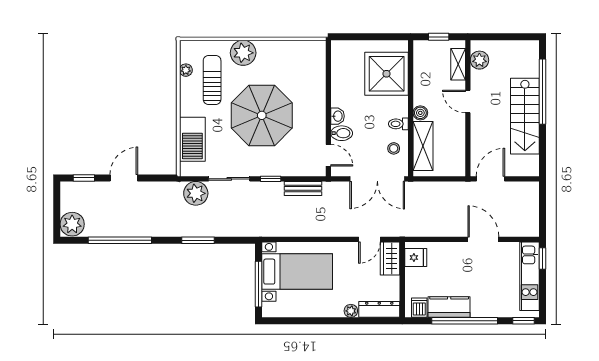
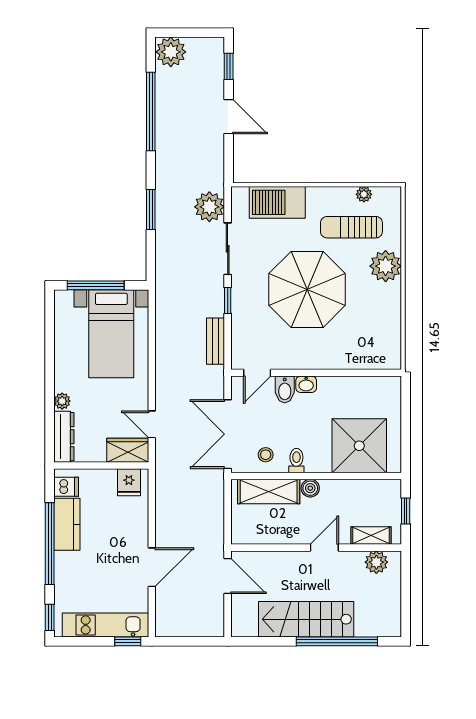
sun lounger: (212, 80) -> (351, 227), turned 180

